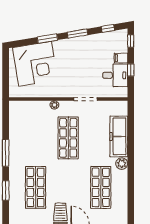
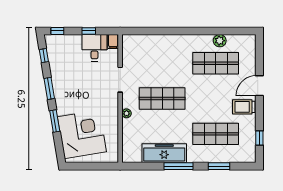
filing cabinet: (121, 58) -> (113, 41), moved
freezer: (119, 136) -> (164, 153), moved, turned 180
plant: (122, 164) -> (220, 41), moved

